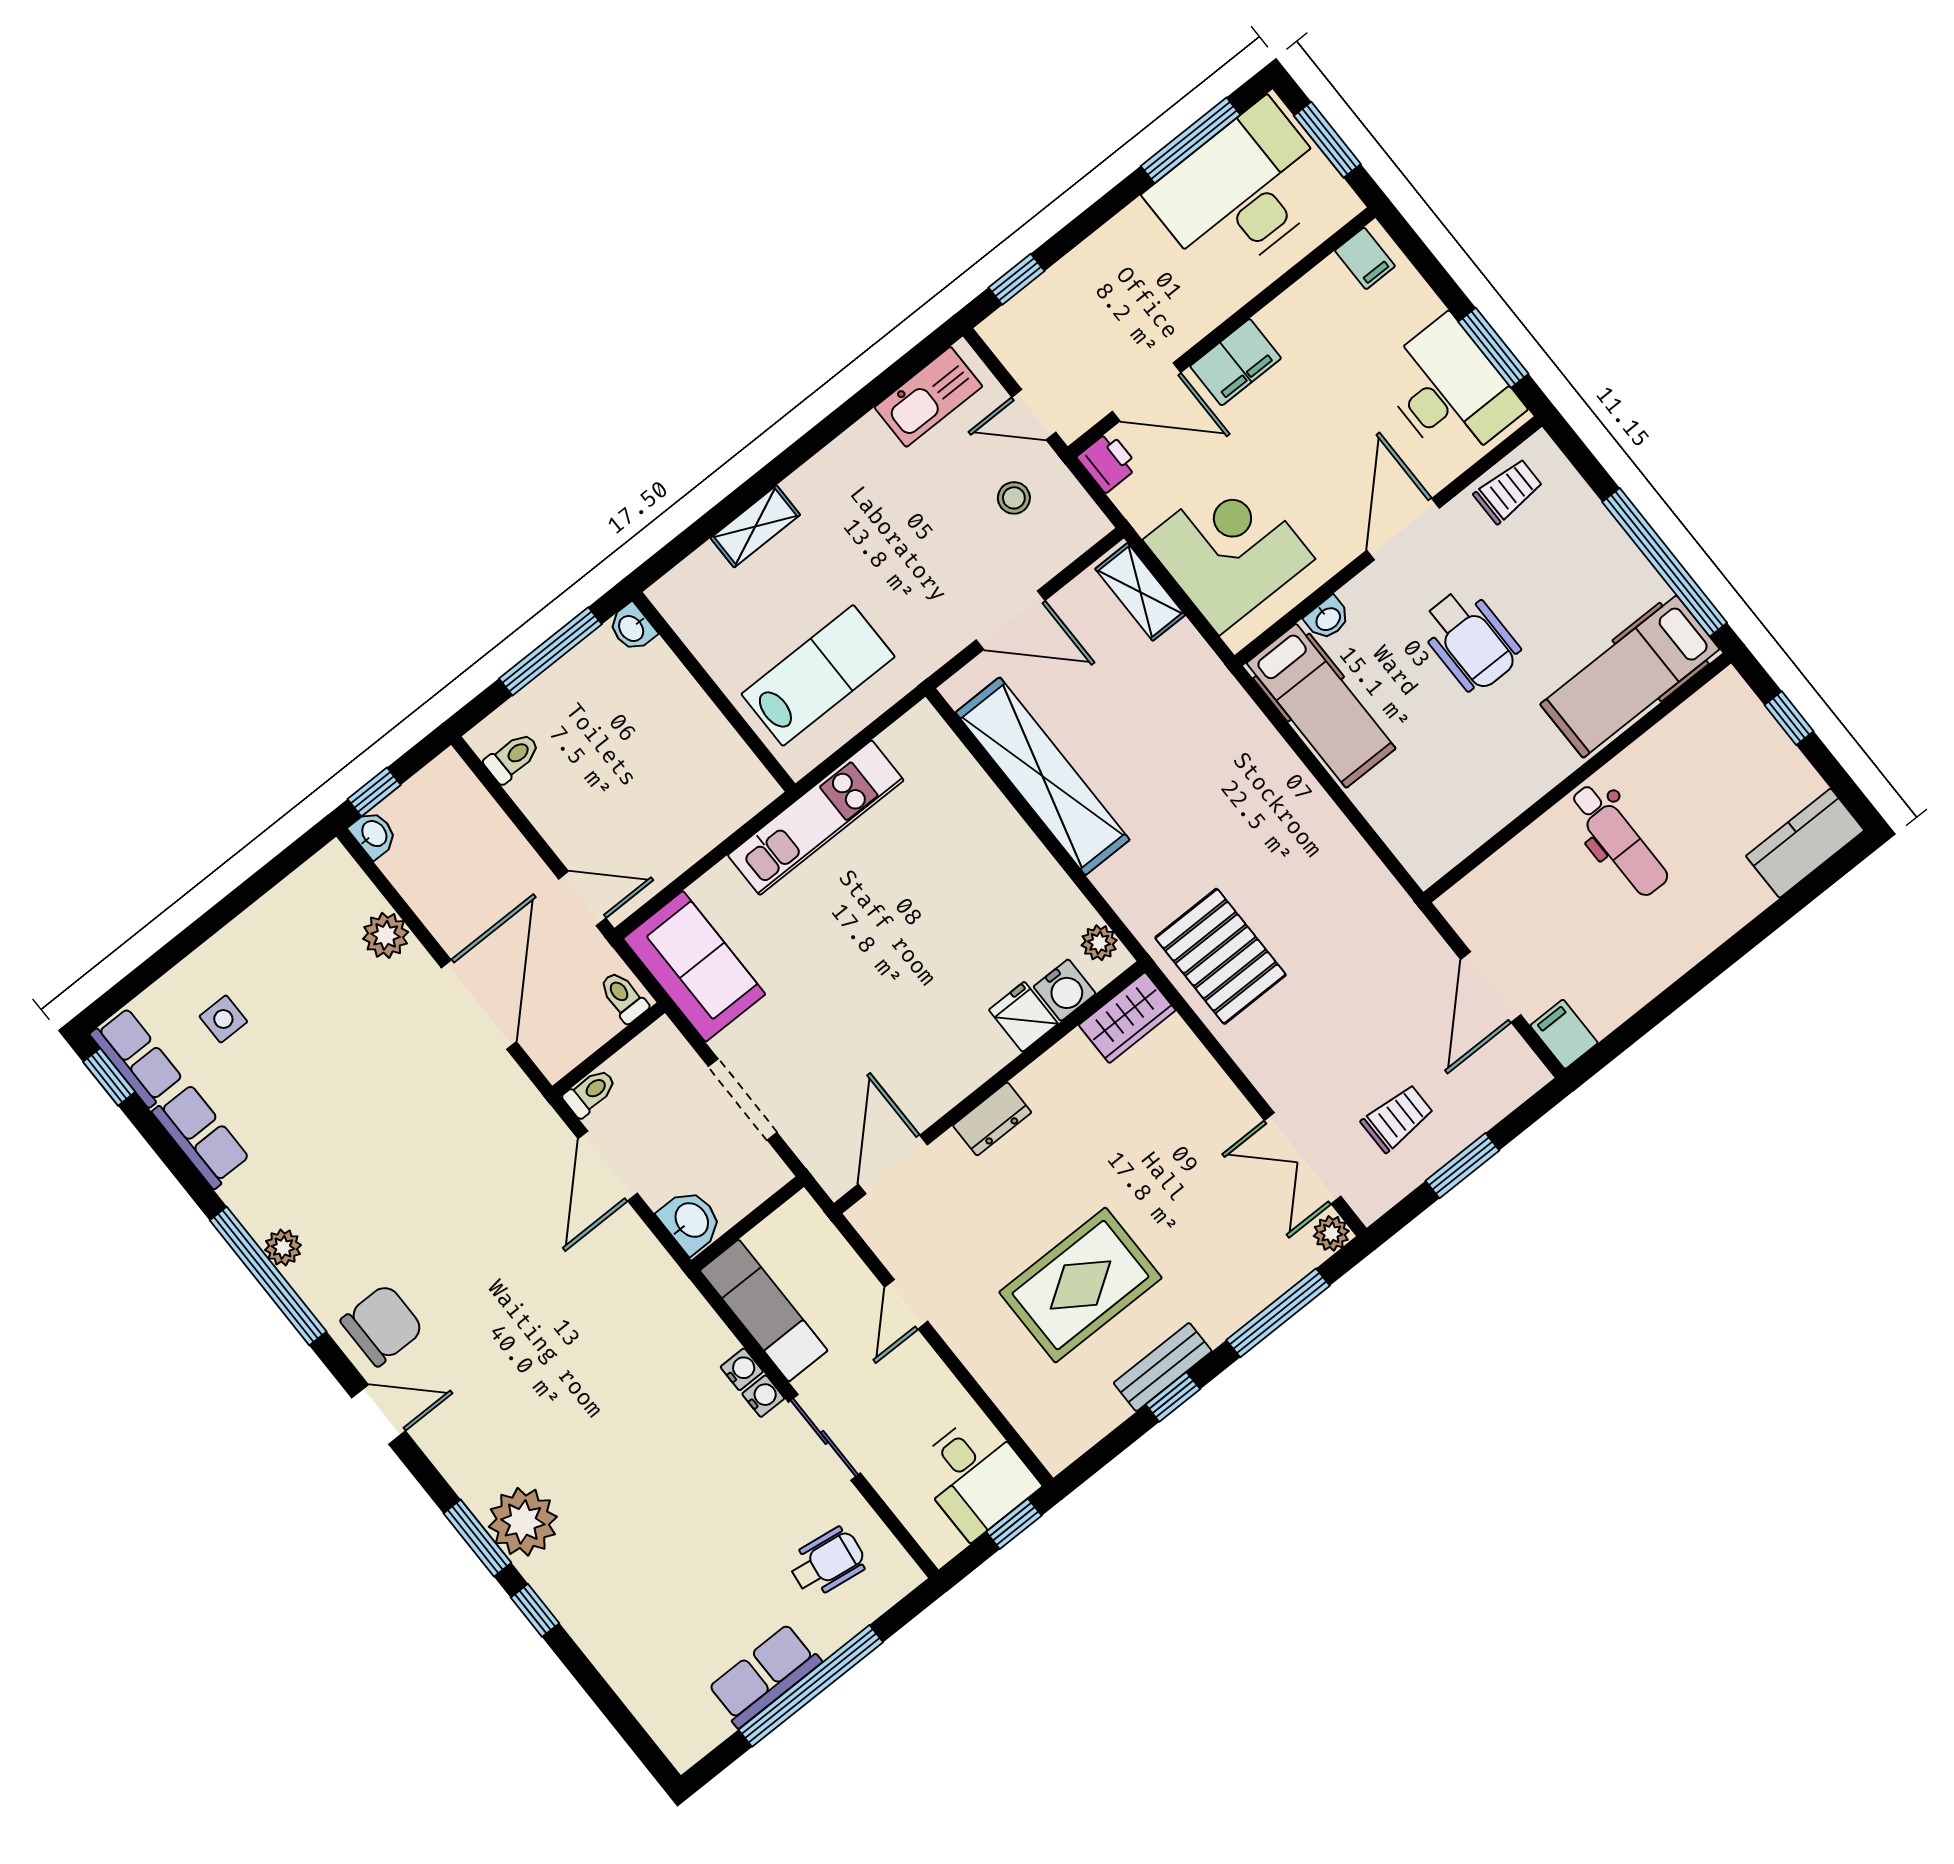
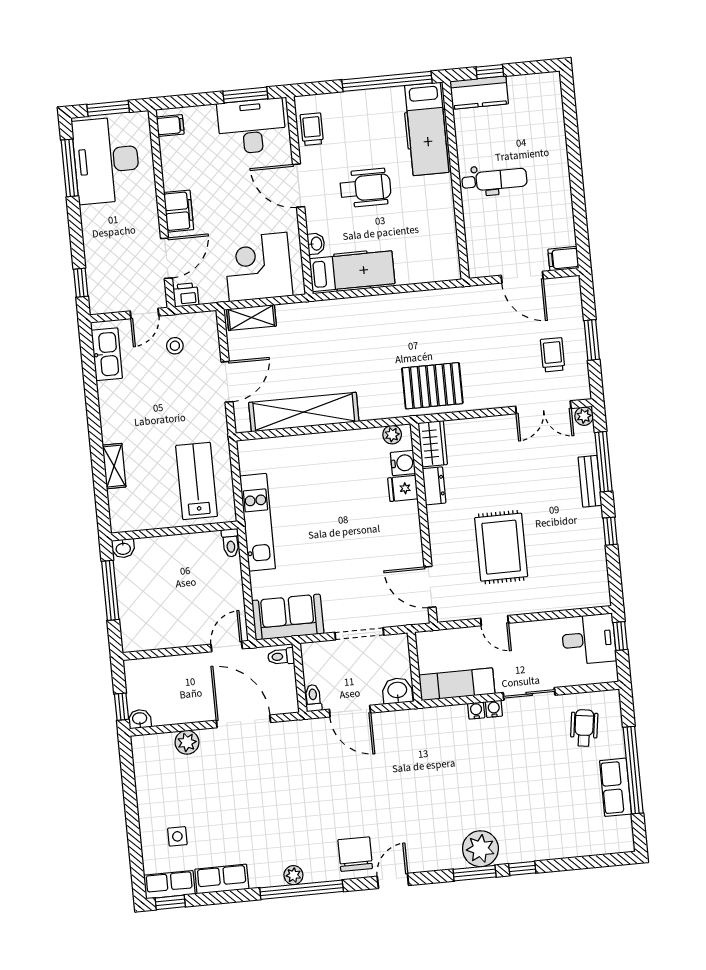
toilet: (512, 757) -> (231, 543), moved, turned 180
kitchen counter: (1805, 843) -> (479, 93), moved, turned -90
dresser: (992, 1119) -> (434, 486), moved
rug: (1080, 1285) -> (501, 547), moved
bench: (1163, 1367) -> (590, 481), moved

